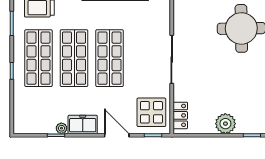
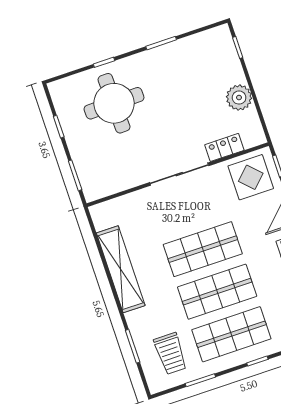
locker: (180, 115) -> (224, 147), moved
plant: (225, 124) -> (239, 98), moved

